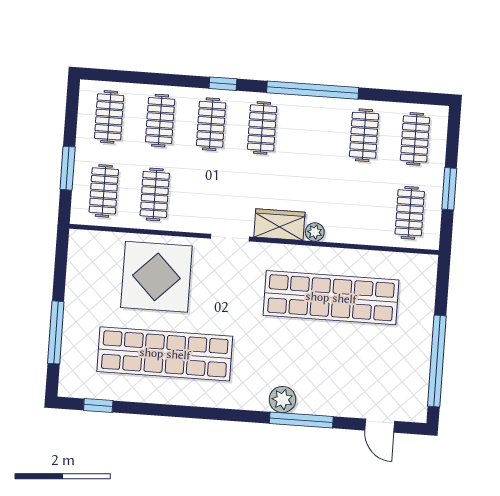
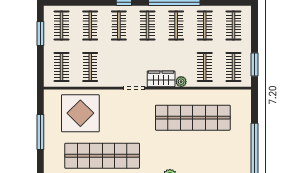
clothes rail: (313, 132) -> (176, 25), added
window: (68, 168) -> (40, 34), moved
window: (449, 189) -> (255, 64), moved
clothes rail: (359, 209) -> (205, 67), added
display table: (156, 277) -> (80, 113), moved
window: (56, 332) -> (40, 132), moved

